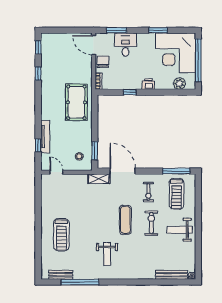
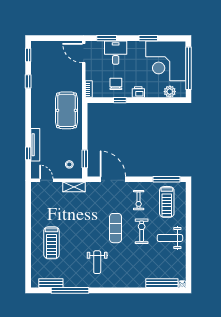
chair: (103, 62) -> (116, 84), moved
shelving: (99, 179) -> (74, 187), moved

